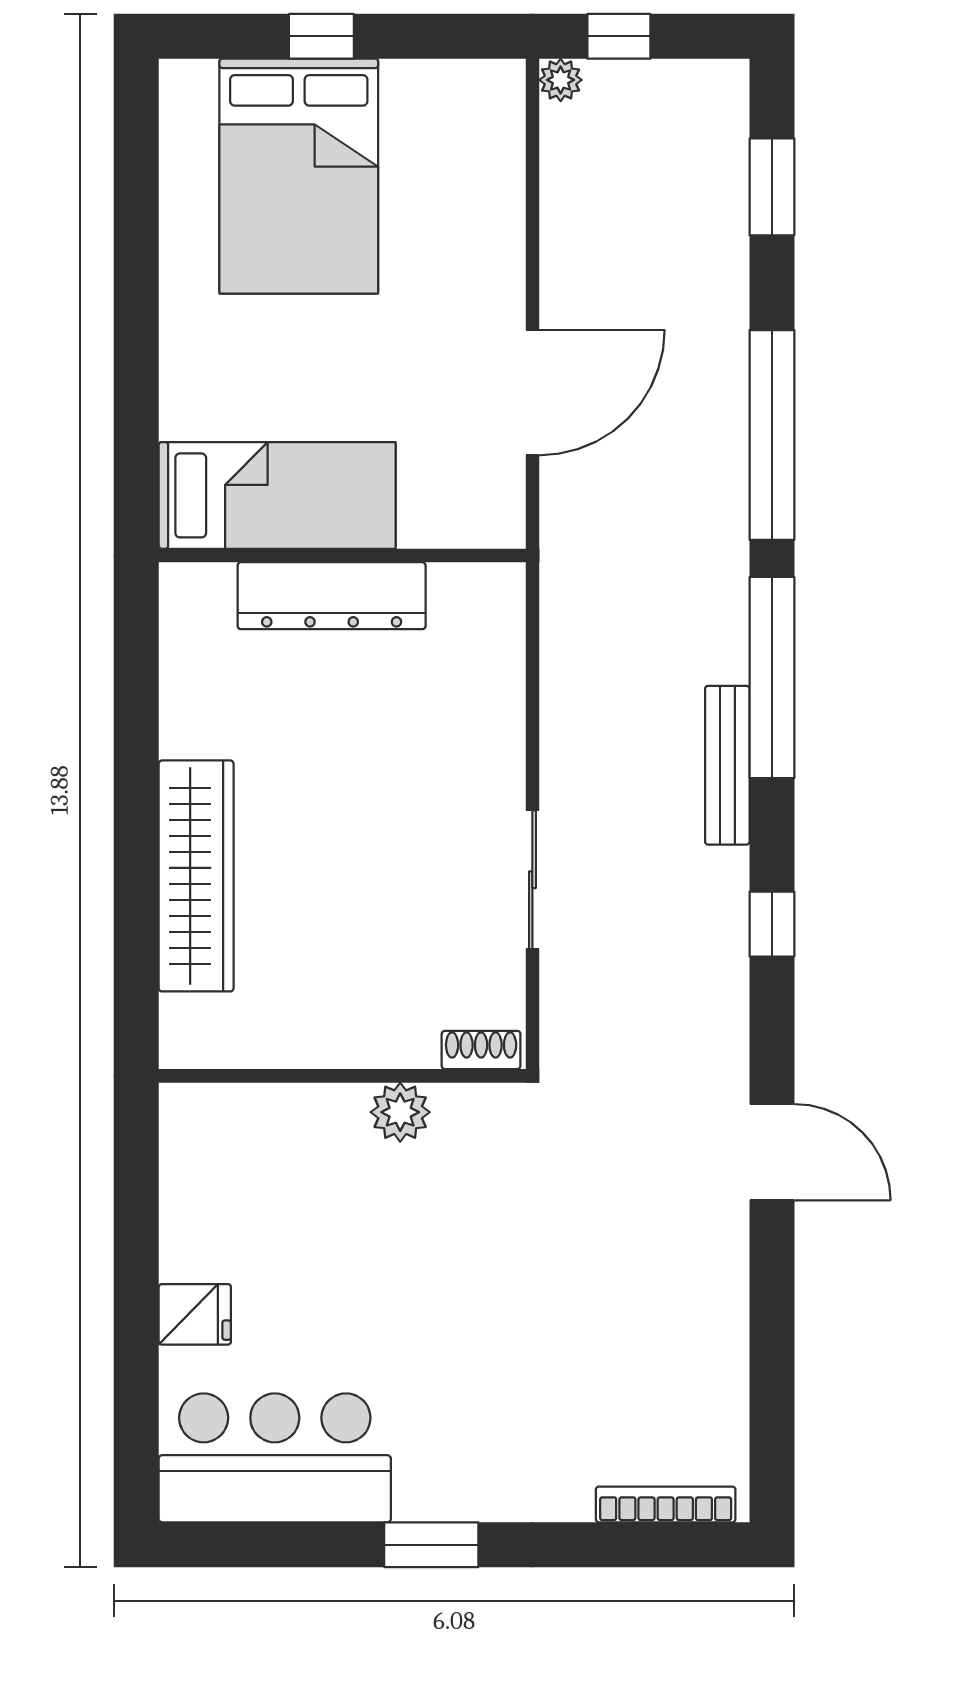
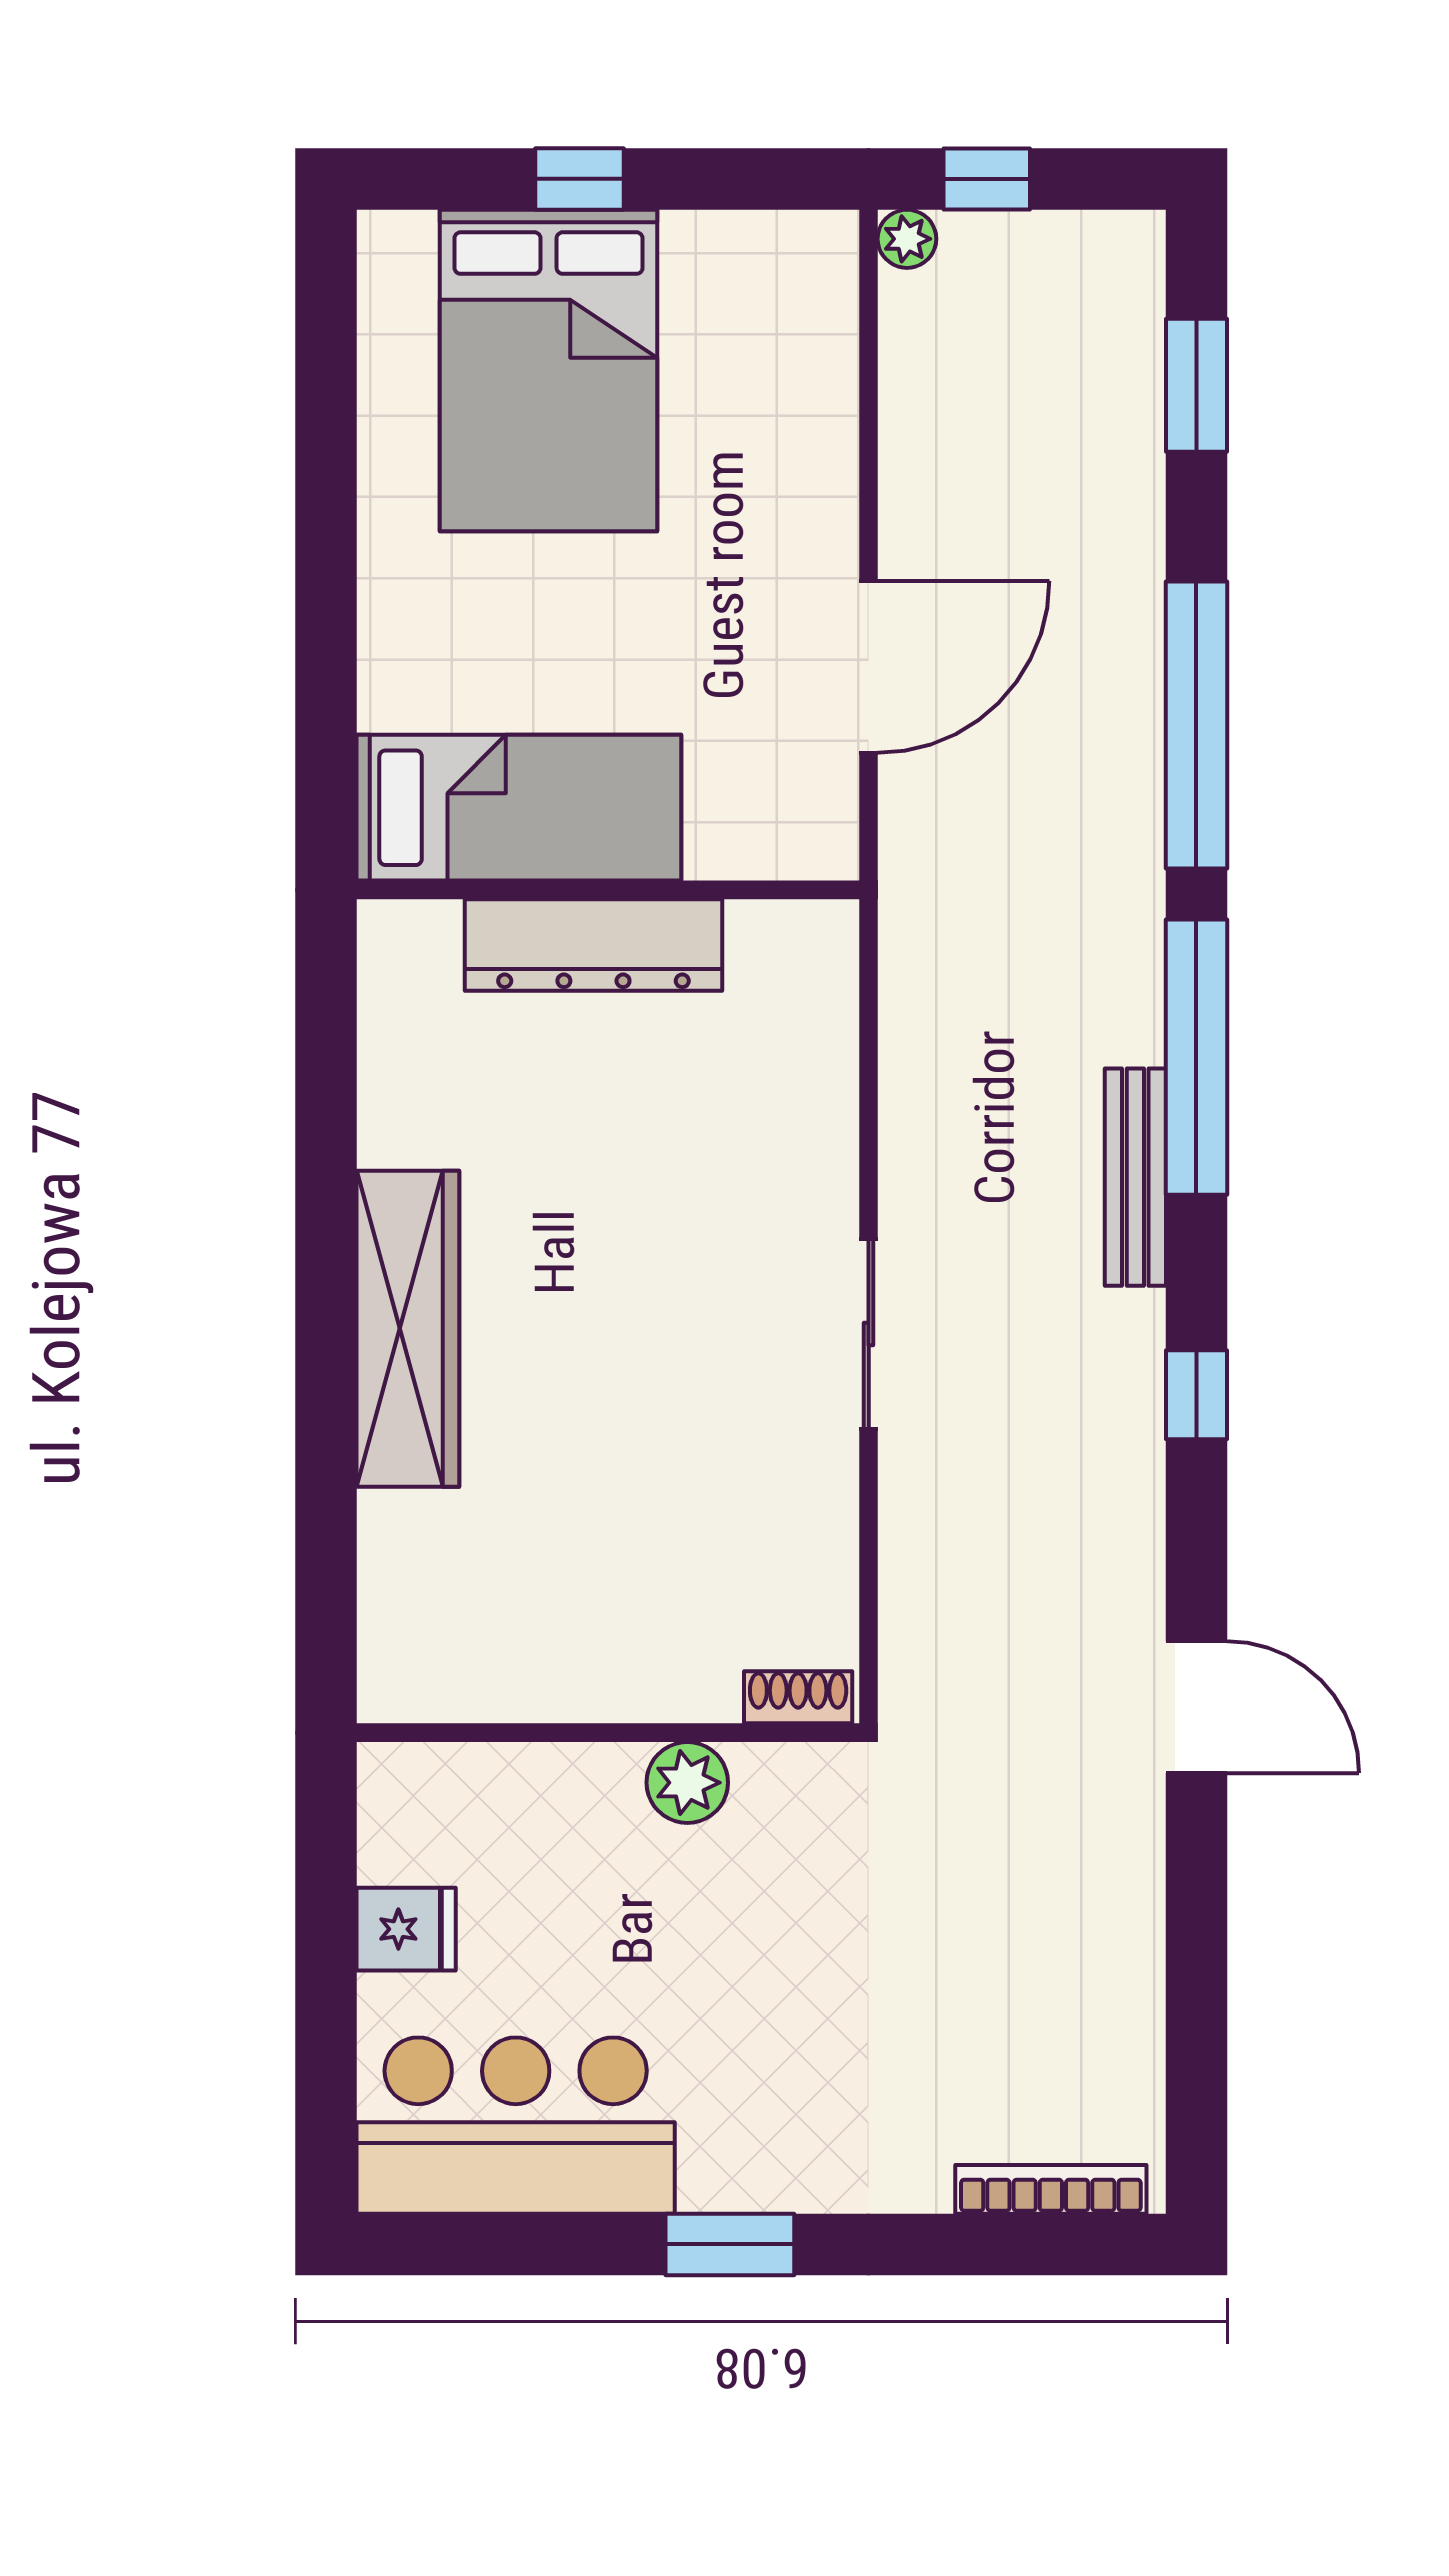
shoe rack: (481, 1050) -> (798, 1697), moved
wall: (342, 1076) -> (608, 1733), moved
plant: (400, 1112) -> (687, 1783), moved

